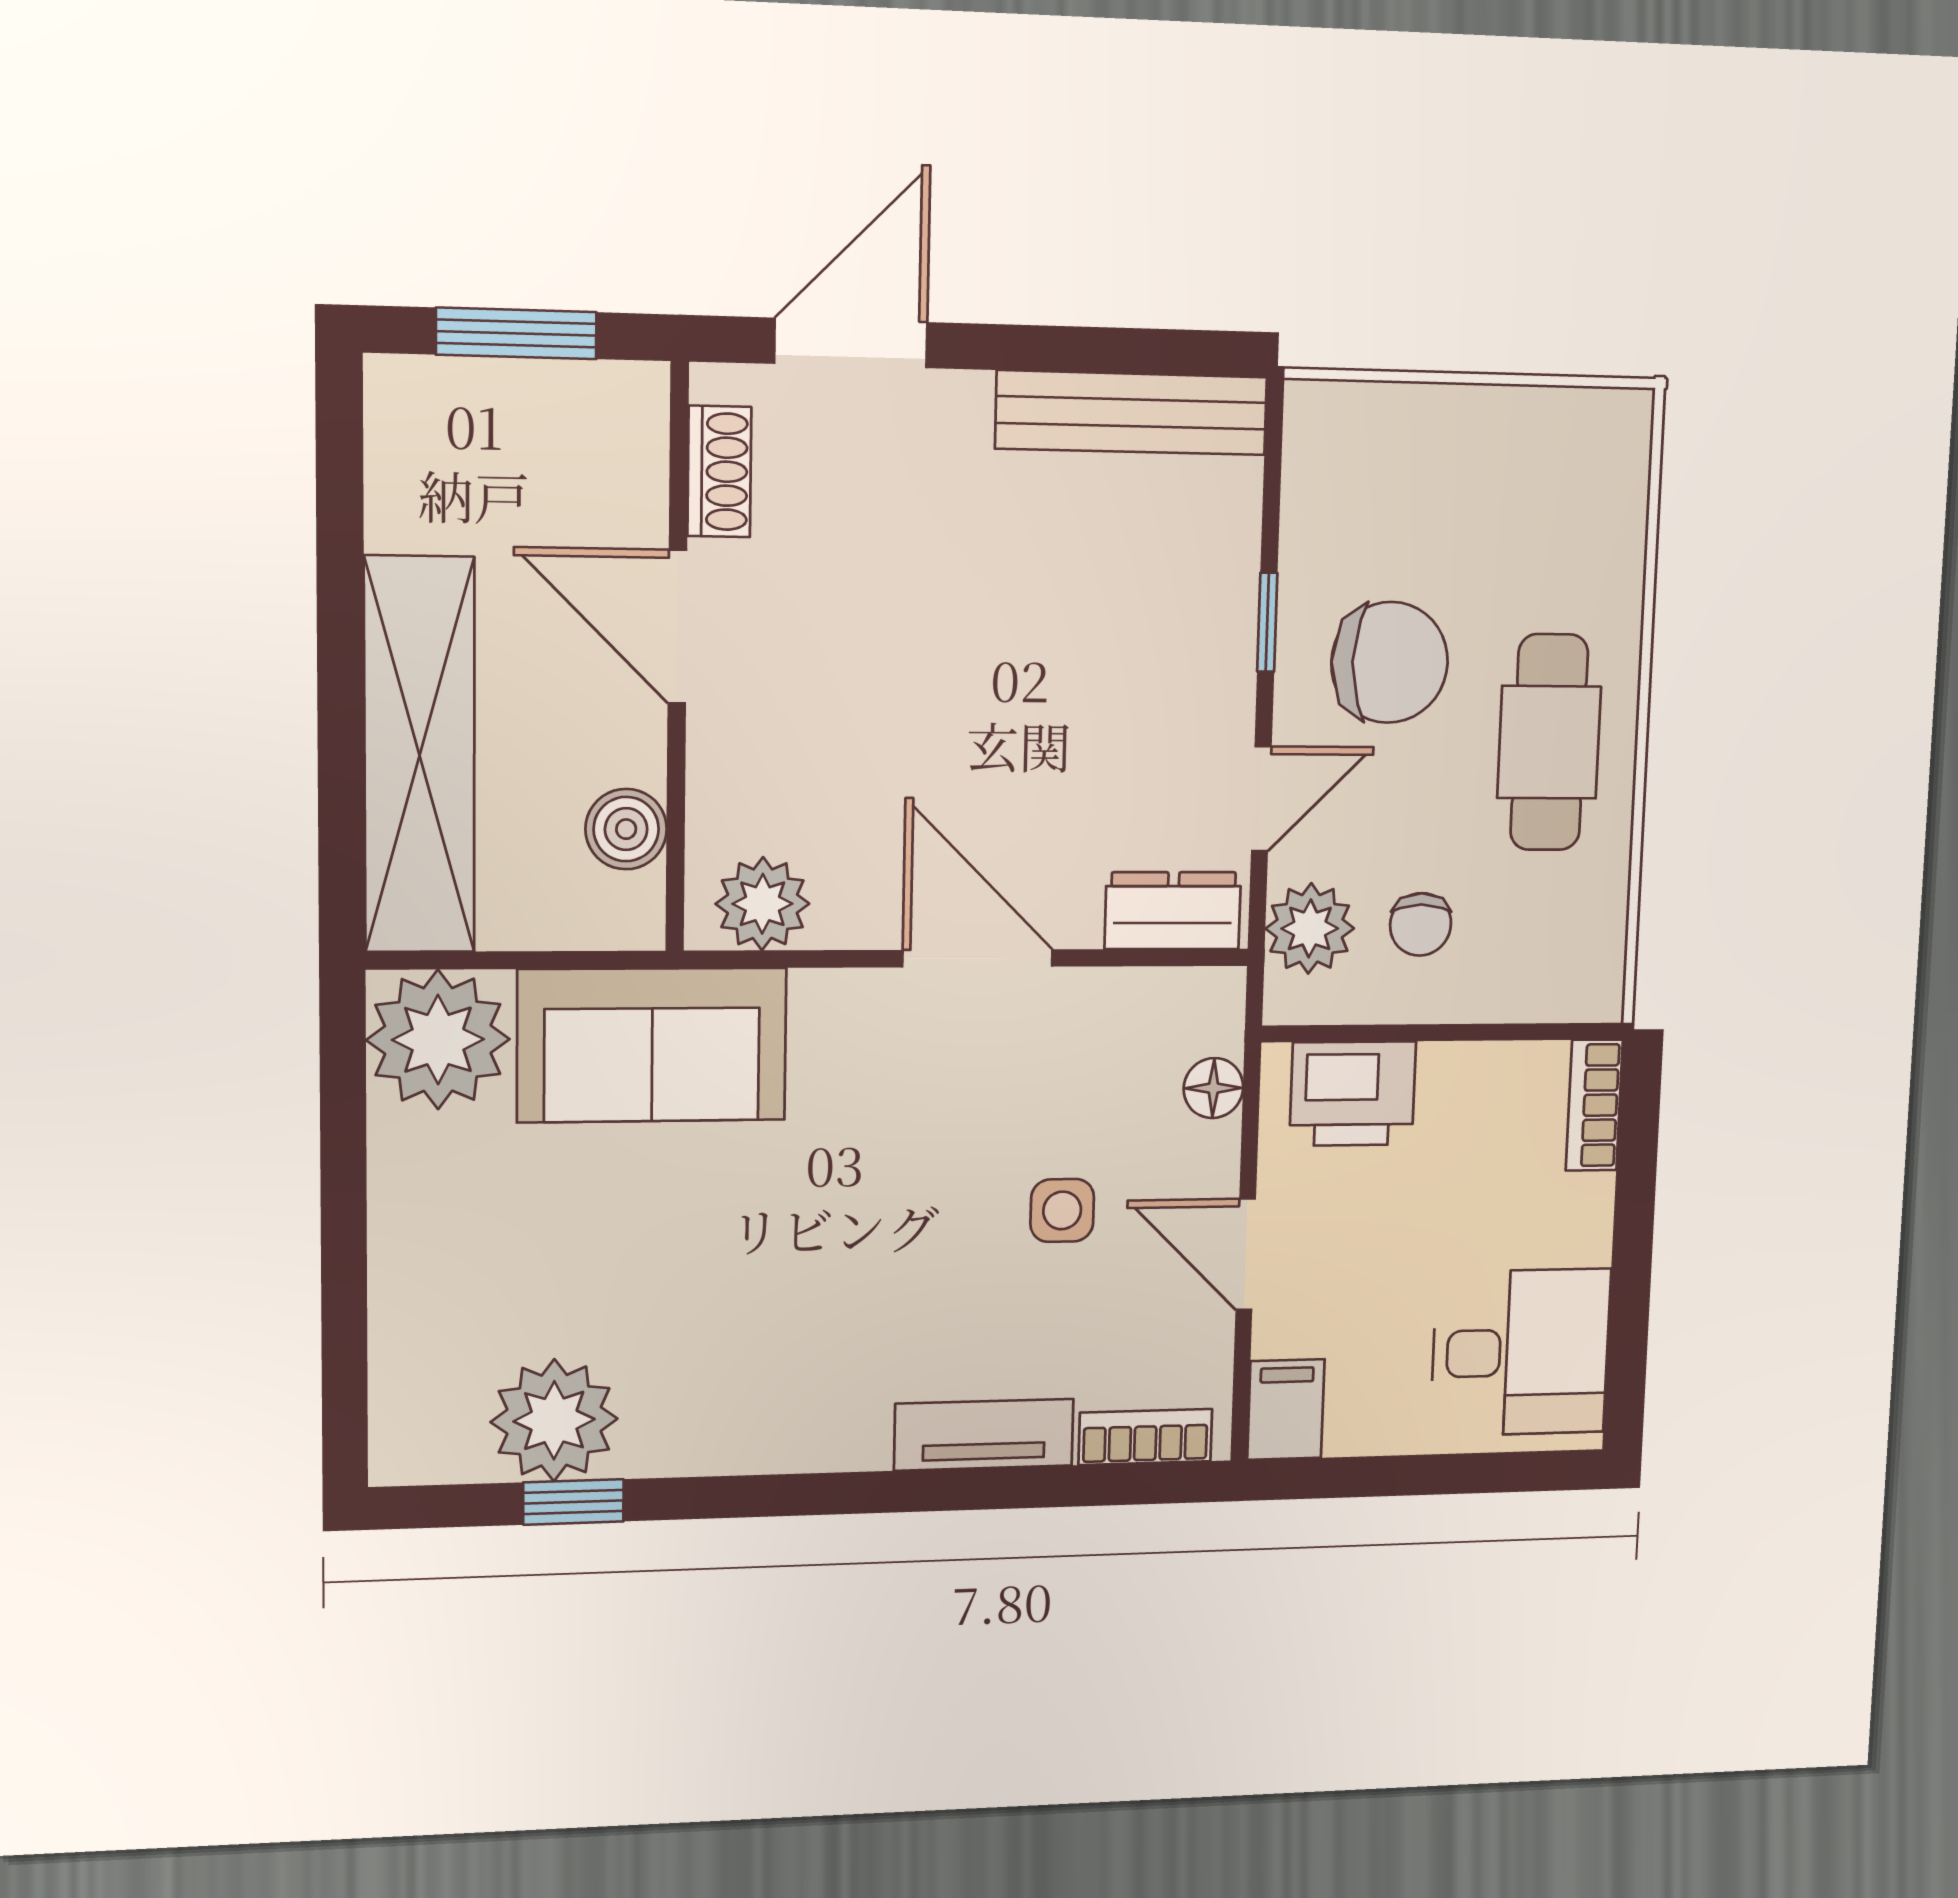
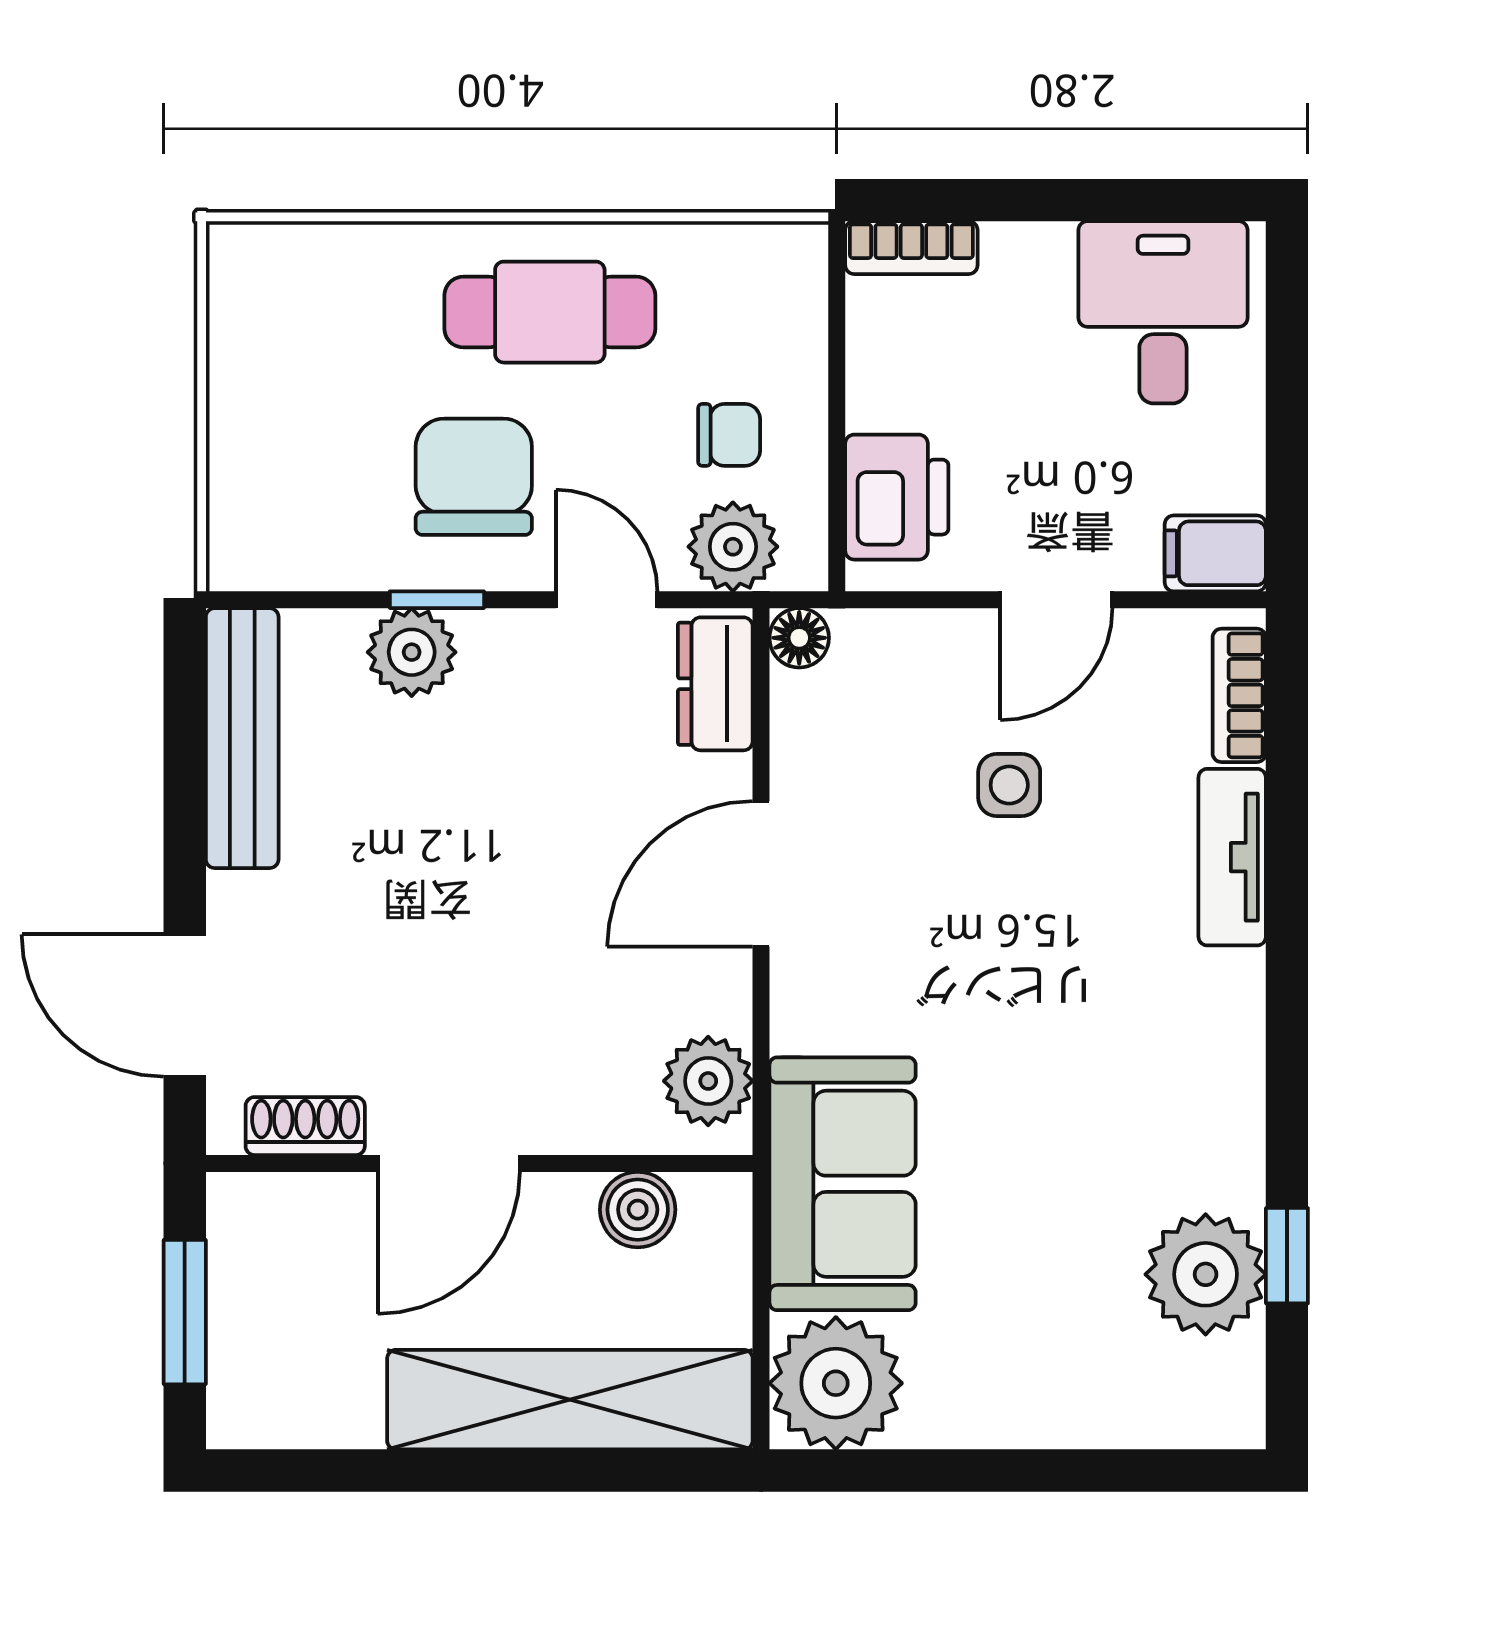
plant: (1215, 595) -> (412, 652), added
floor lamp: (1213, 1088) -> (799, 638), moved

